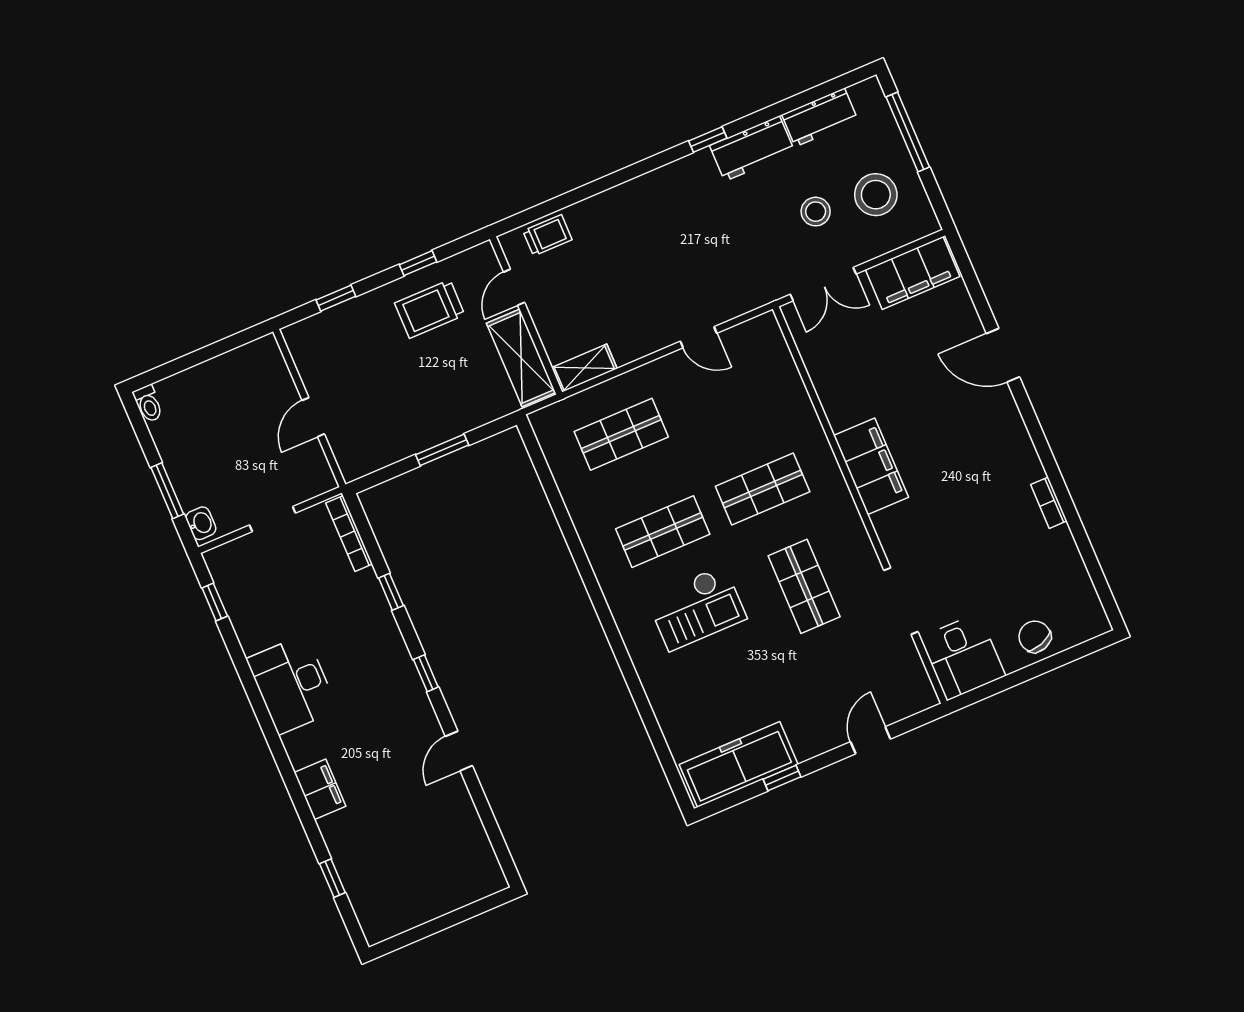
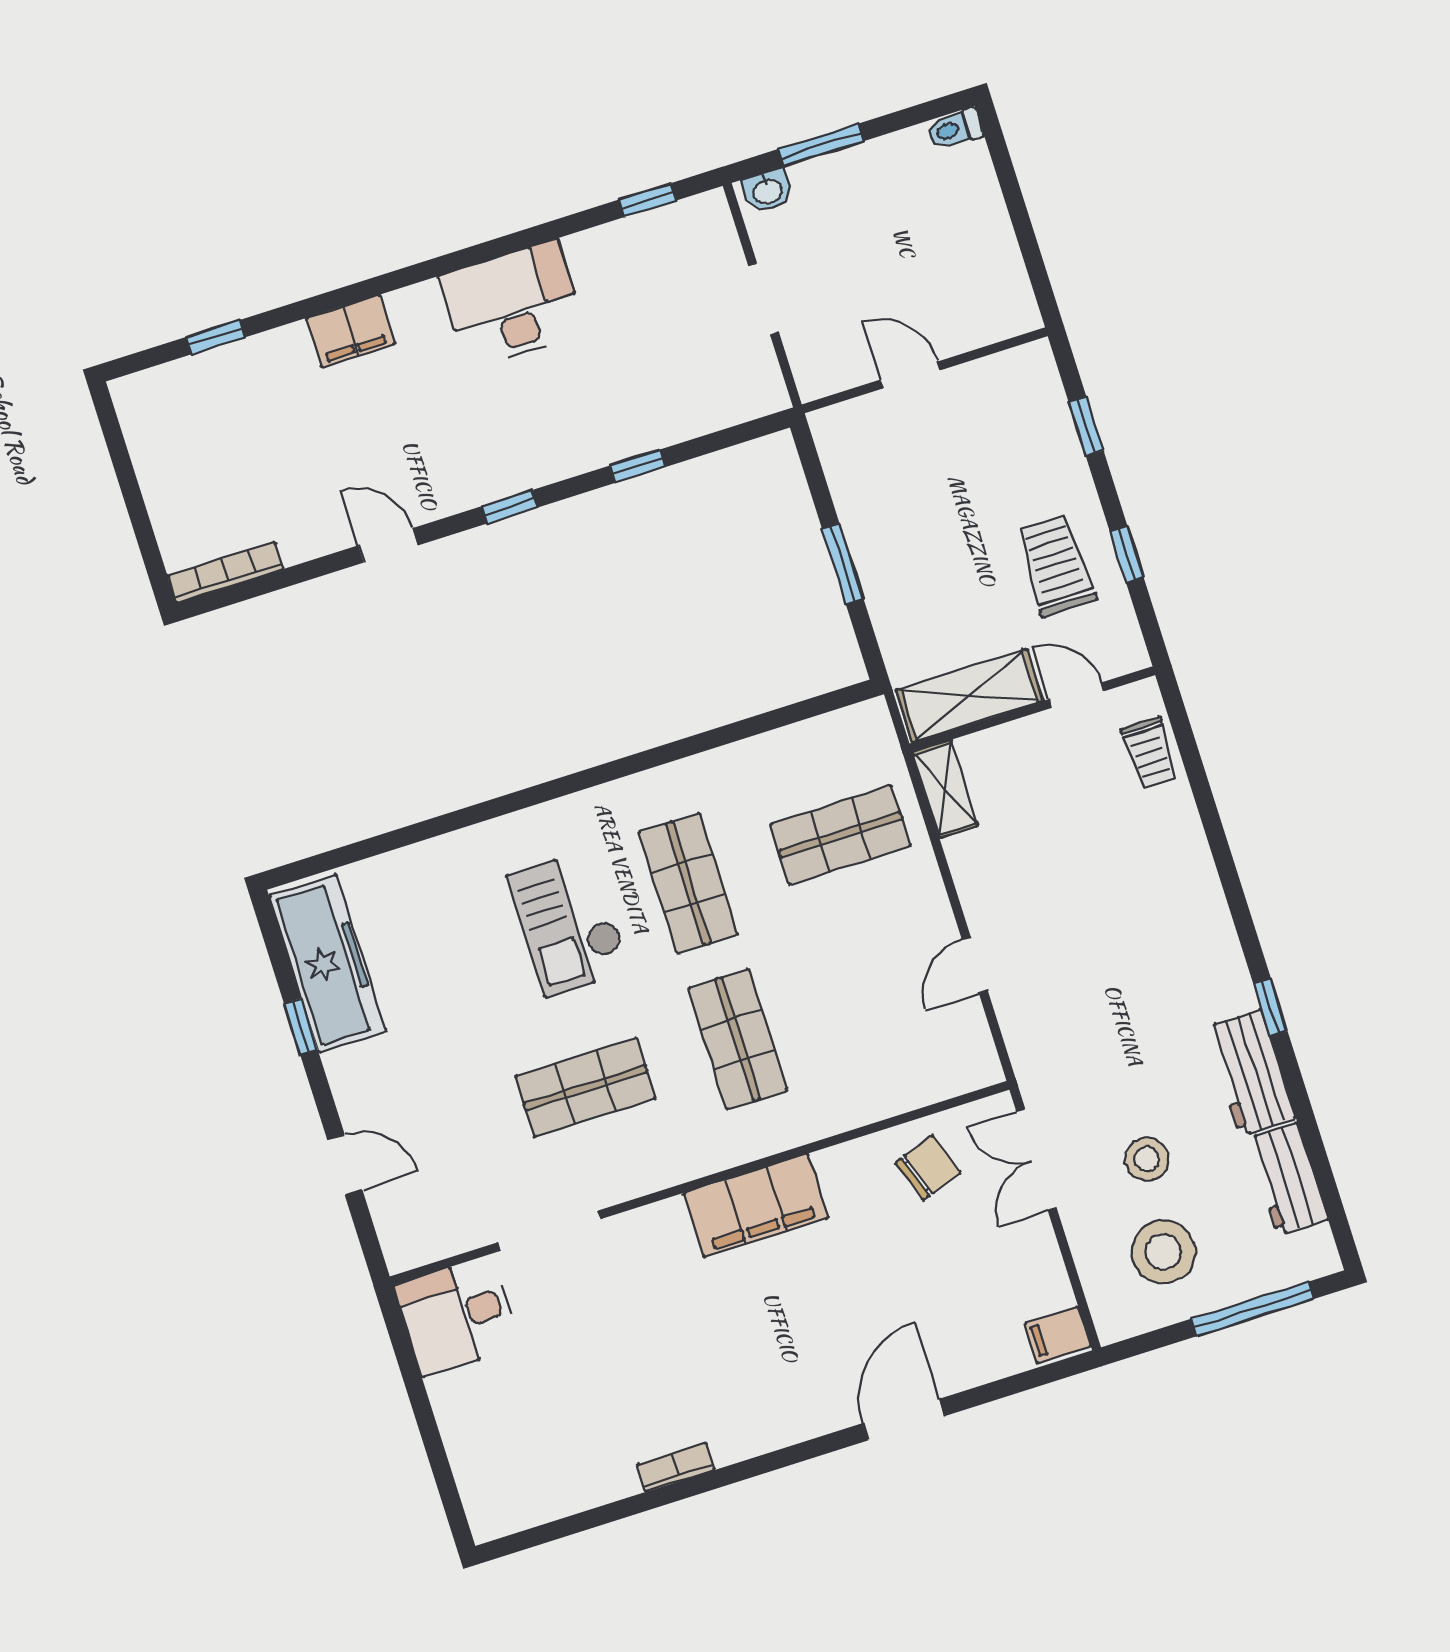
filing cabinet: (913, 273) -> (1058, 1335), width x0.33, depth x0.86
shop shelf: (621, 434) -> (840, 835), turned 90
bookcase: (349, 534) -> (225, 572), moved
chair: (1035, 637) -> (928, 1168), moved

